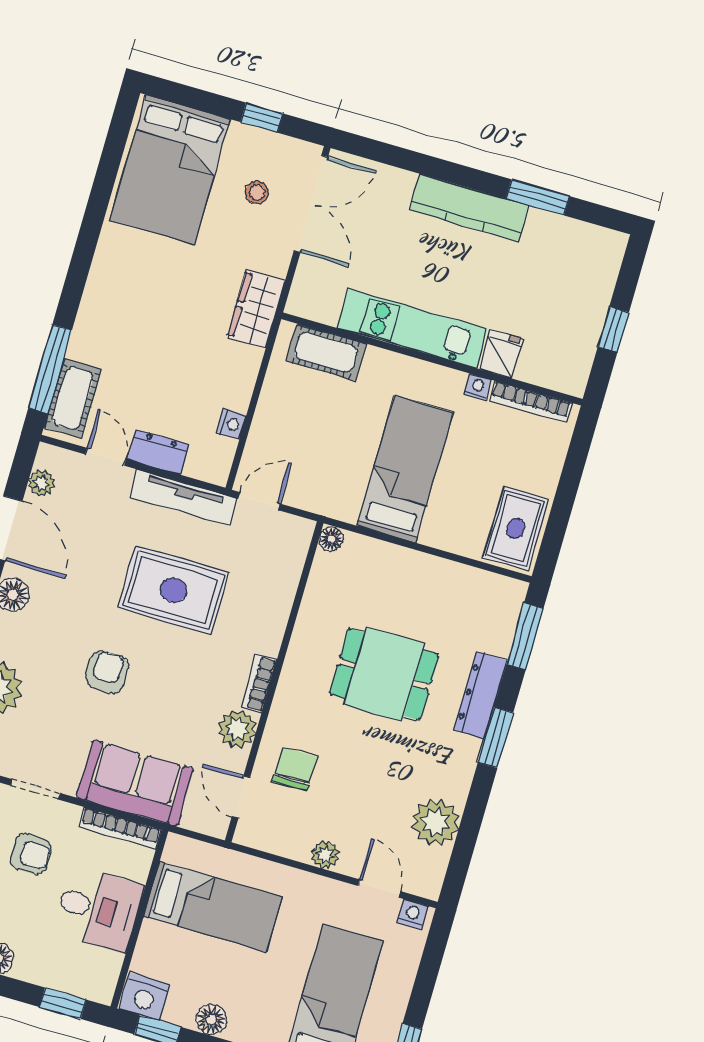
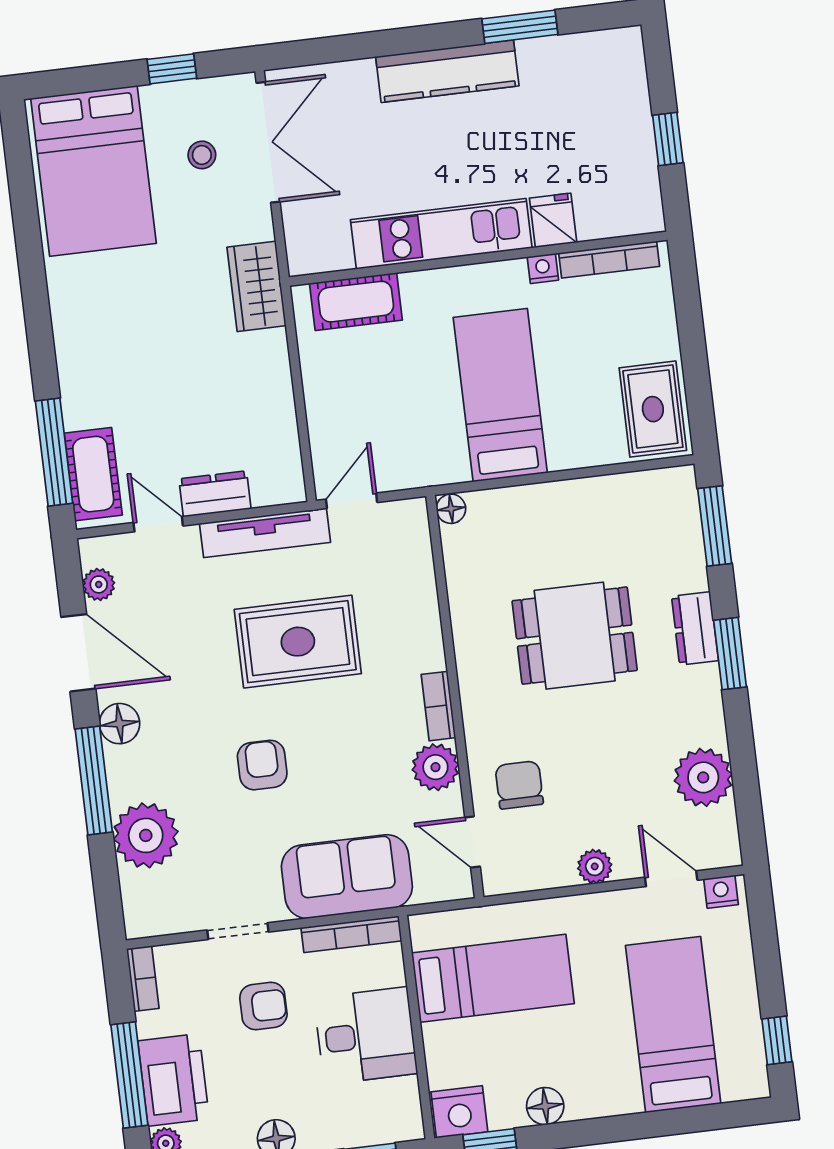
nightstand: (231, 424) -> (284, 428), removed
dresser: (481, 695) -> (695, 628), width x0.70

